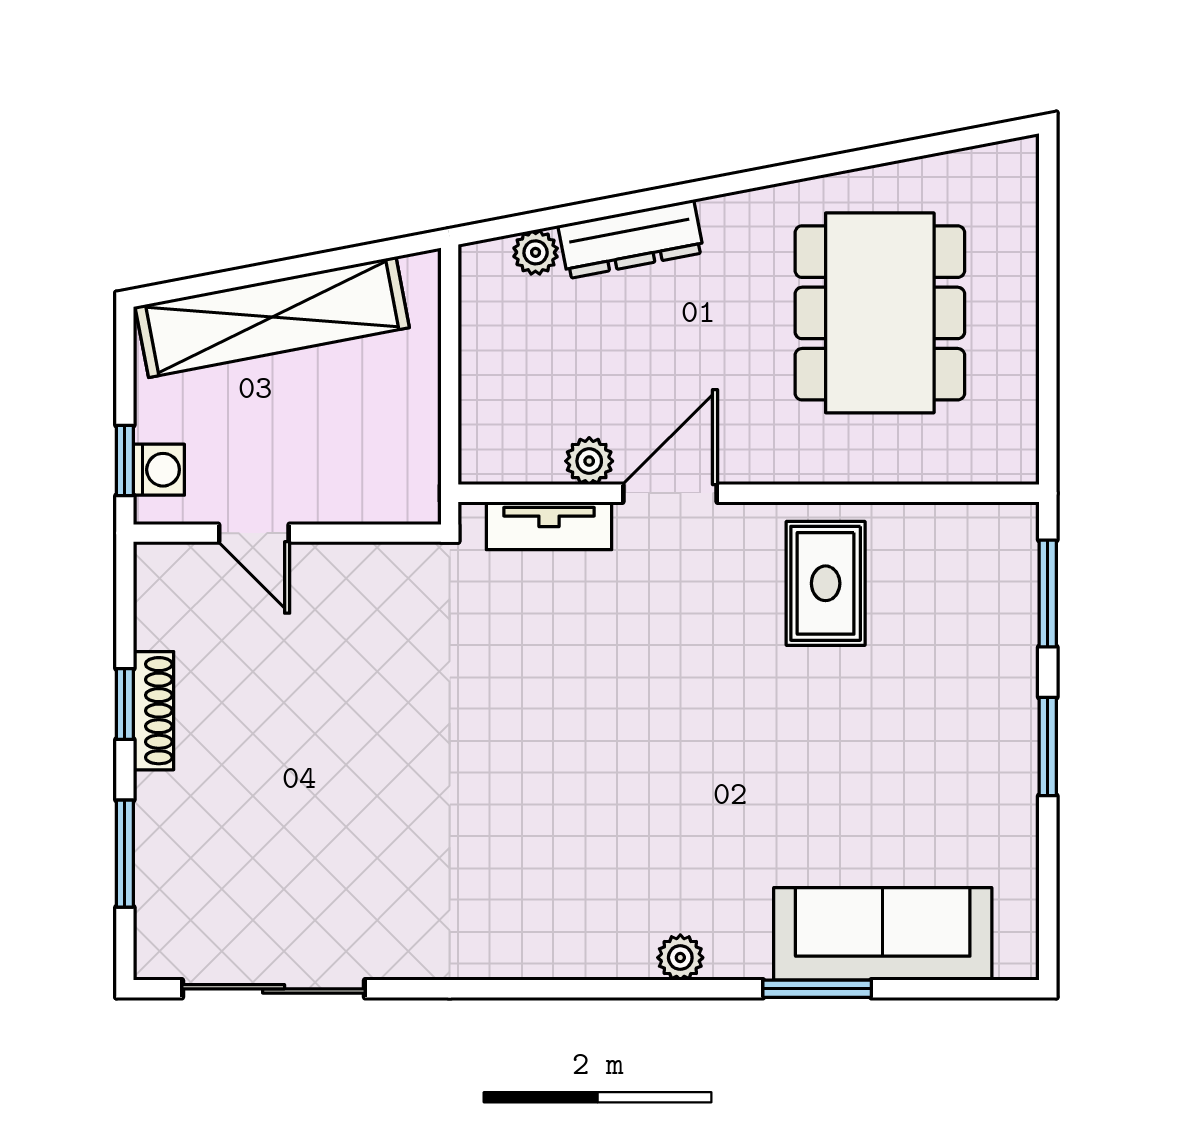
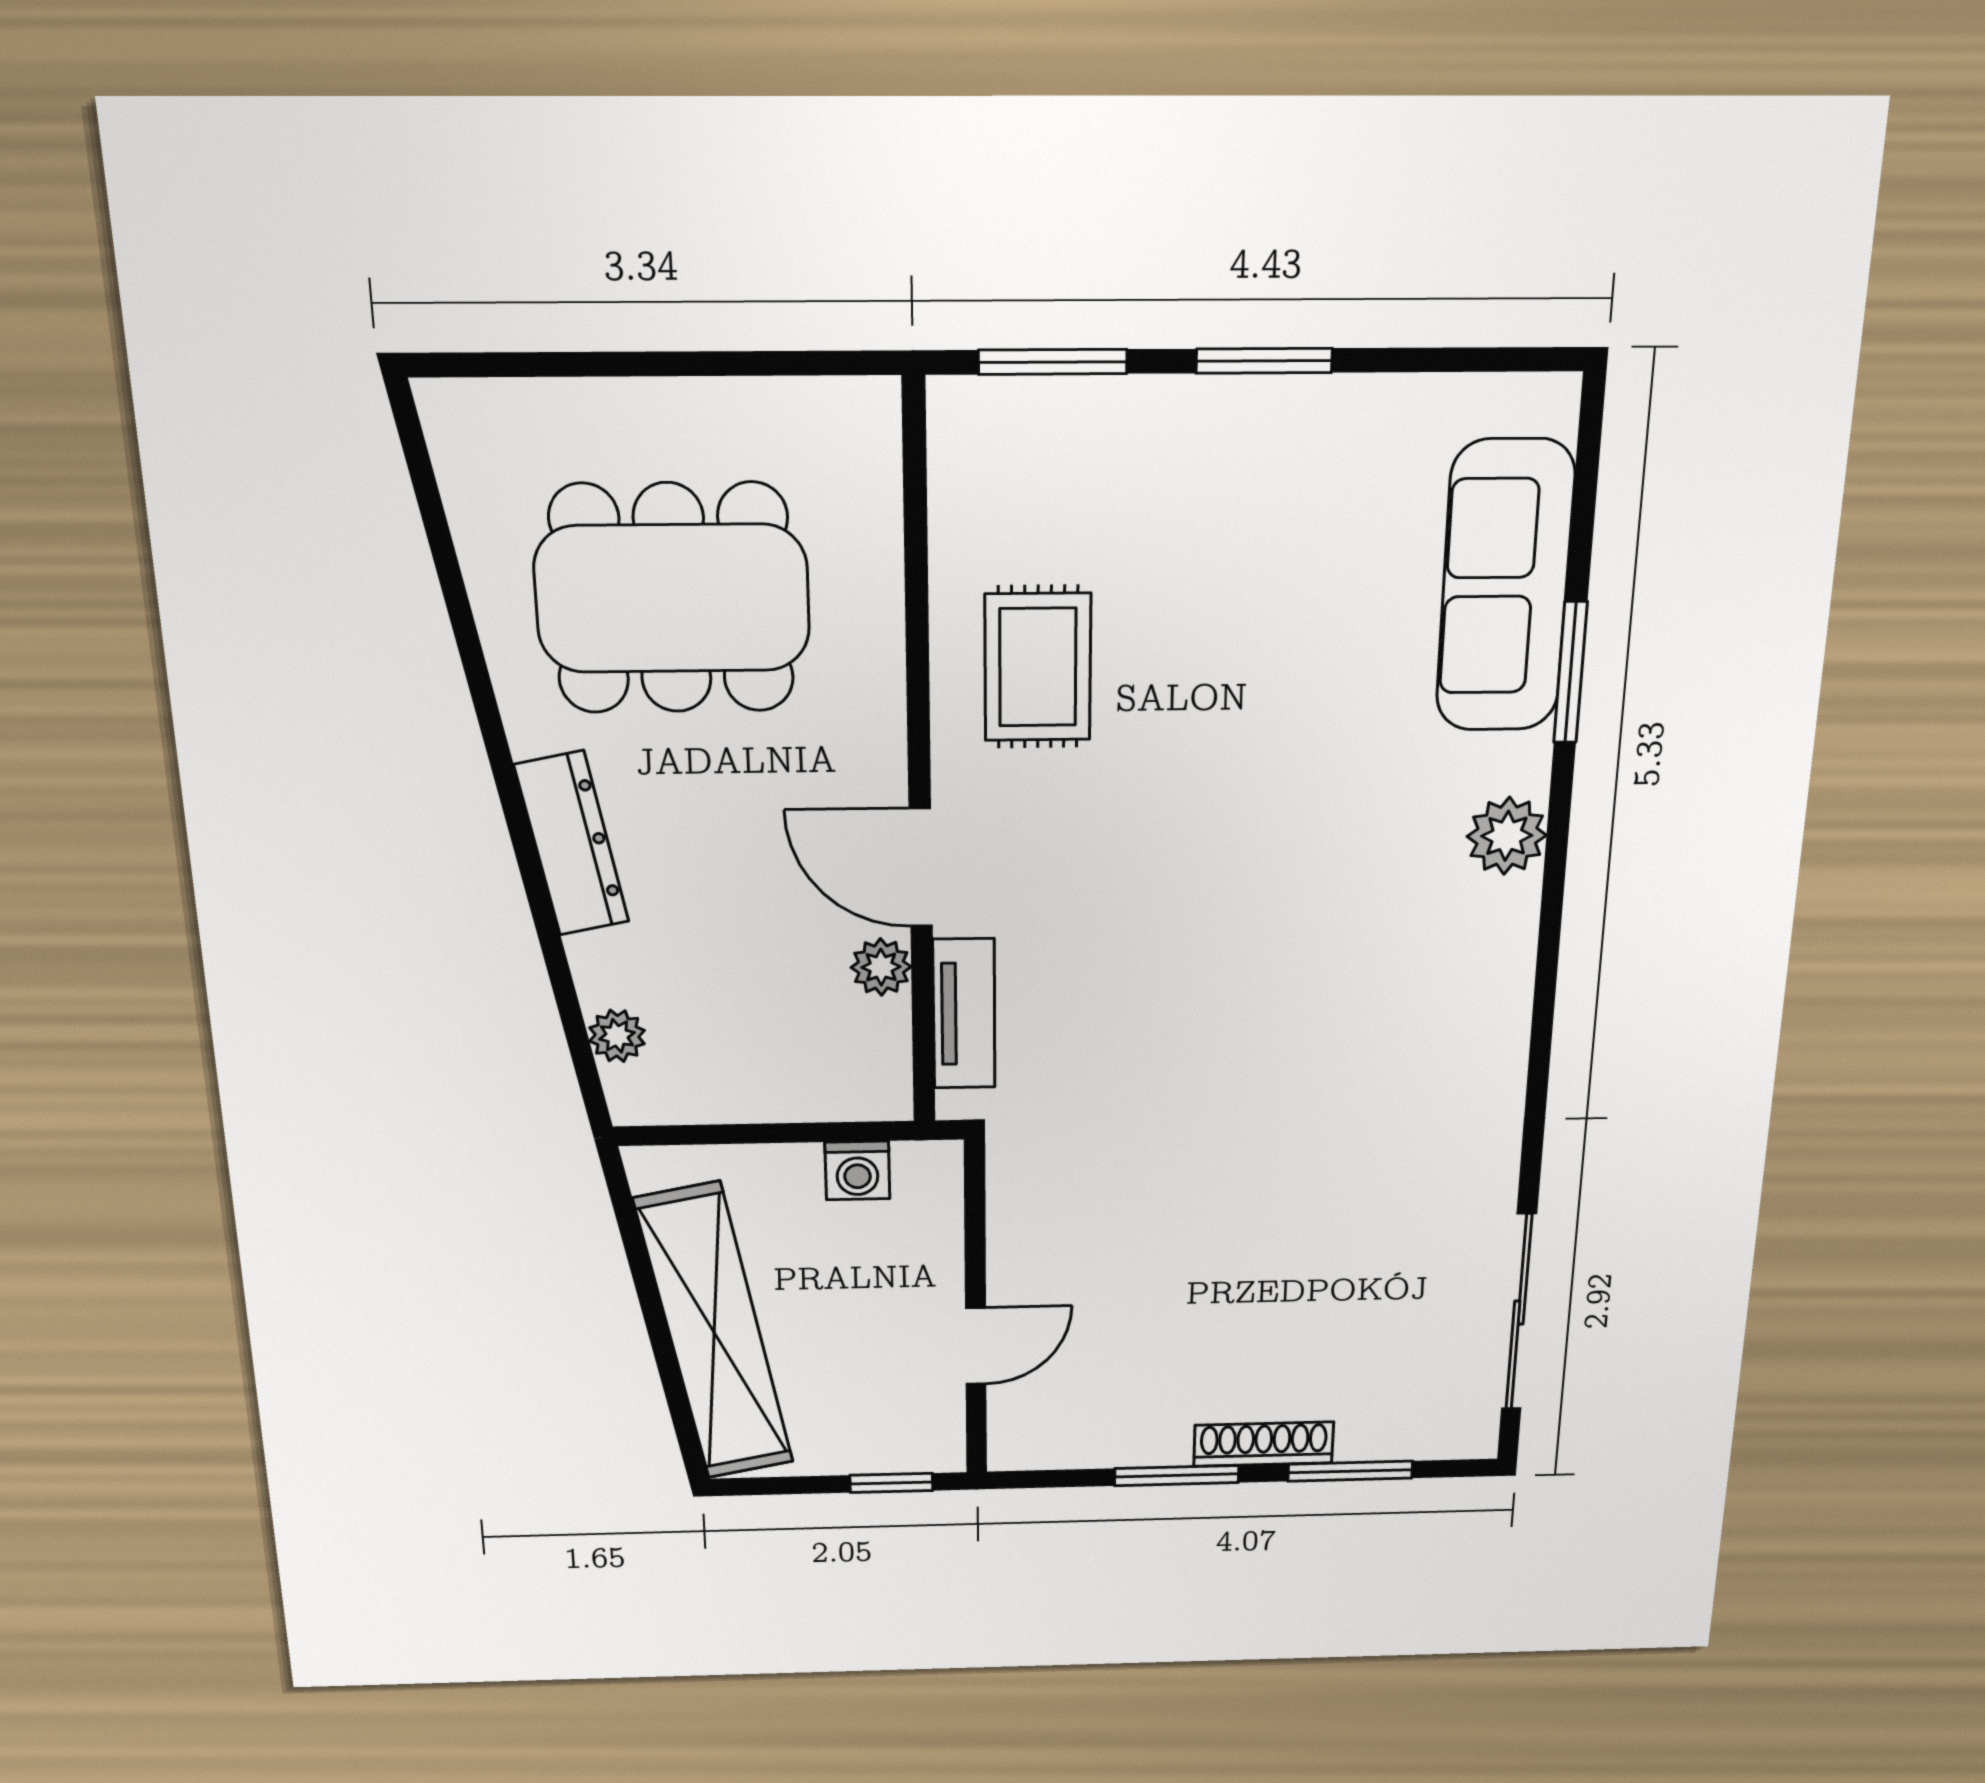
dresser: (631, 239) -> (572, 844), moved
washing machine: (159, 470) -> (857, 1171), moved, turned 180
rug: (826, 583) -> (1038, 667), turned 90
window: (125, 704) -> (1177, 1476), width x1.50
shoe rack: (154, 711) -> (1264, 1444), moved
plant: (680, 958) -> (1507, 836), width x1.38, depth x1.38

